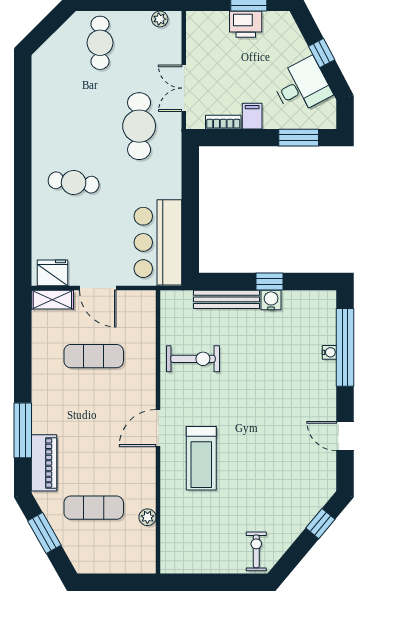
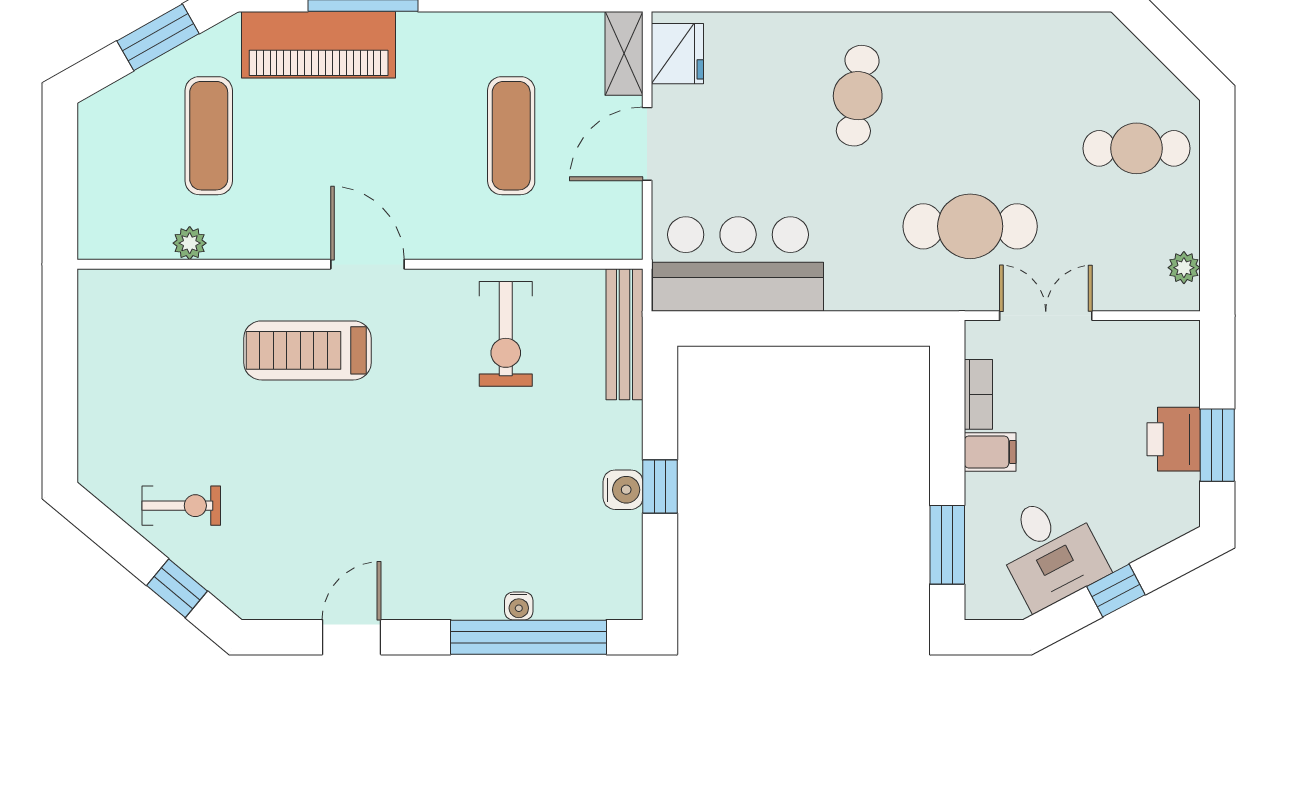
bench: (226, 299) -> (624, 334), moved
piano: (44, 463) -> (319, 45), width x1.37, depth x1.33
exercise bike: (256, 551) -> (181, 506), moved

